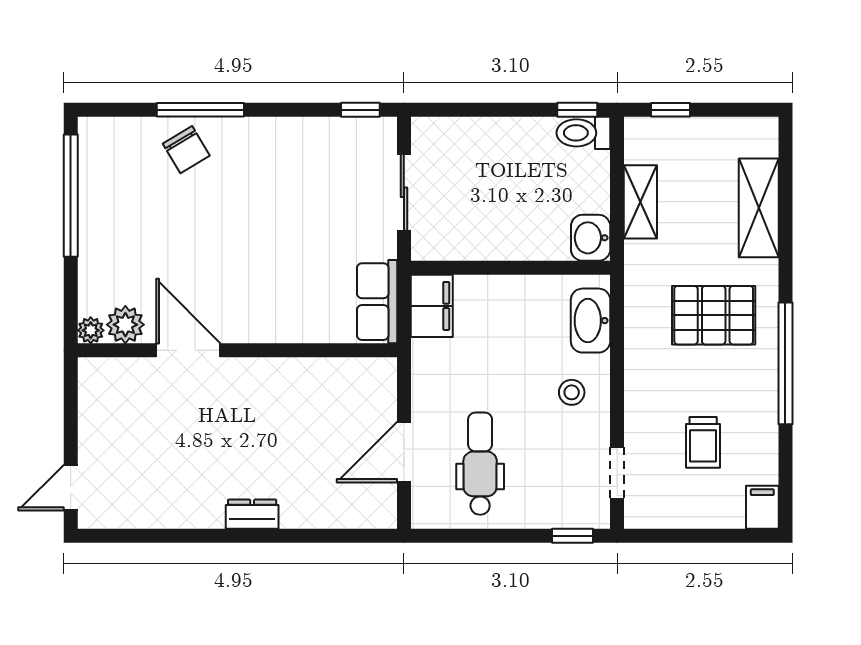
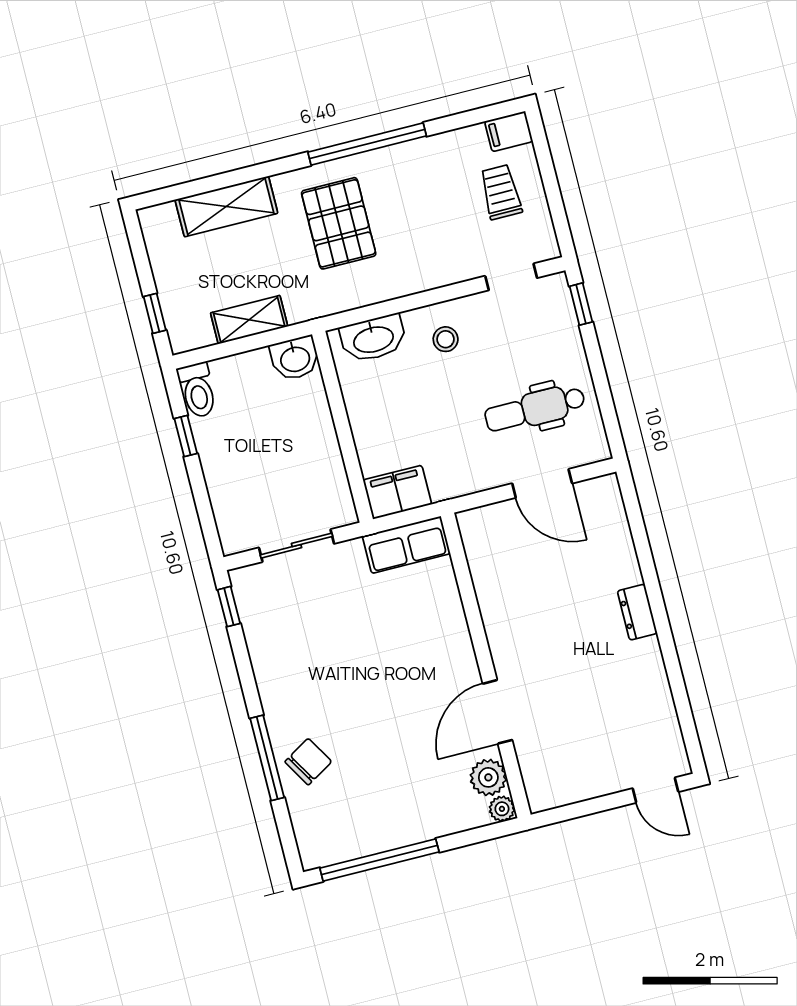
window: (577, 110) -> (186, 436), moved
trolley: (703, 442) -> (501, 192), moved, turned -90

